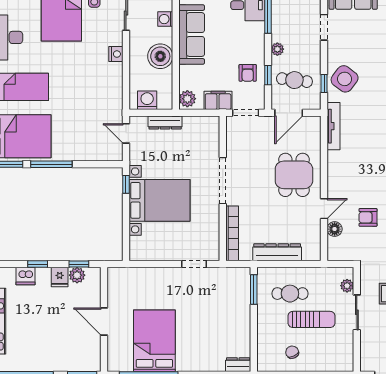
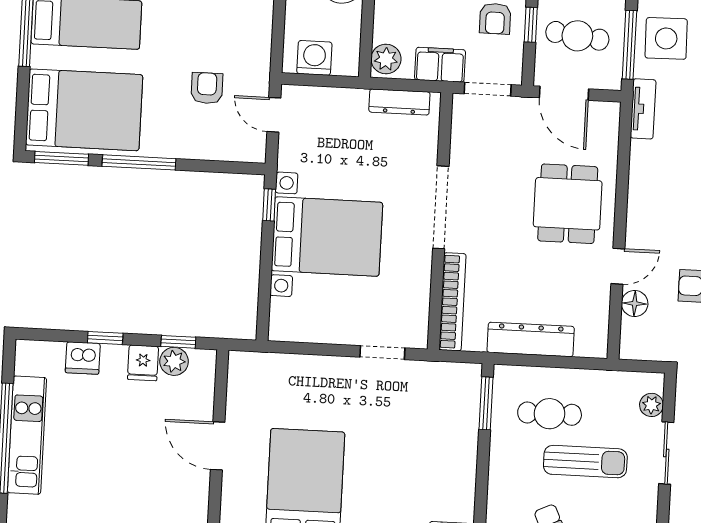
side table: (345, 79) -> (666, 38), turned -38
window: (324, 84) -> (629, 45), width x2.17
door: (289, 113) -> (564, 93), hinge flipped
armchair: (87, 120) -> (207, 88), added
dresser: (165, 123) -> (399, 102), moved
tv unit: (334, 126) -> (643, 109), width x0.71

